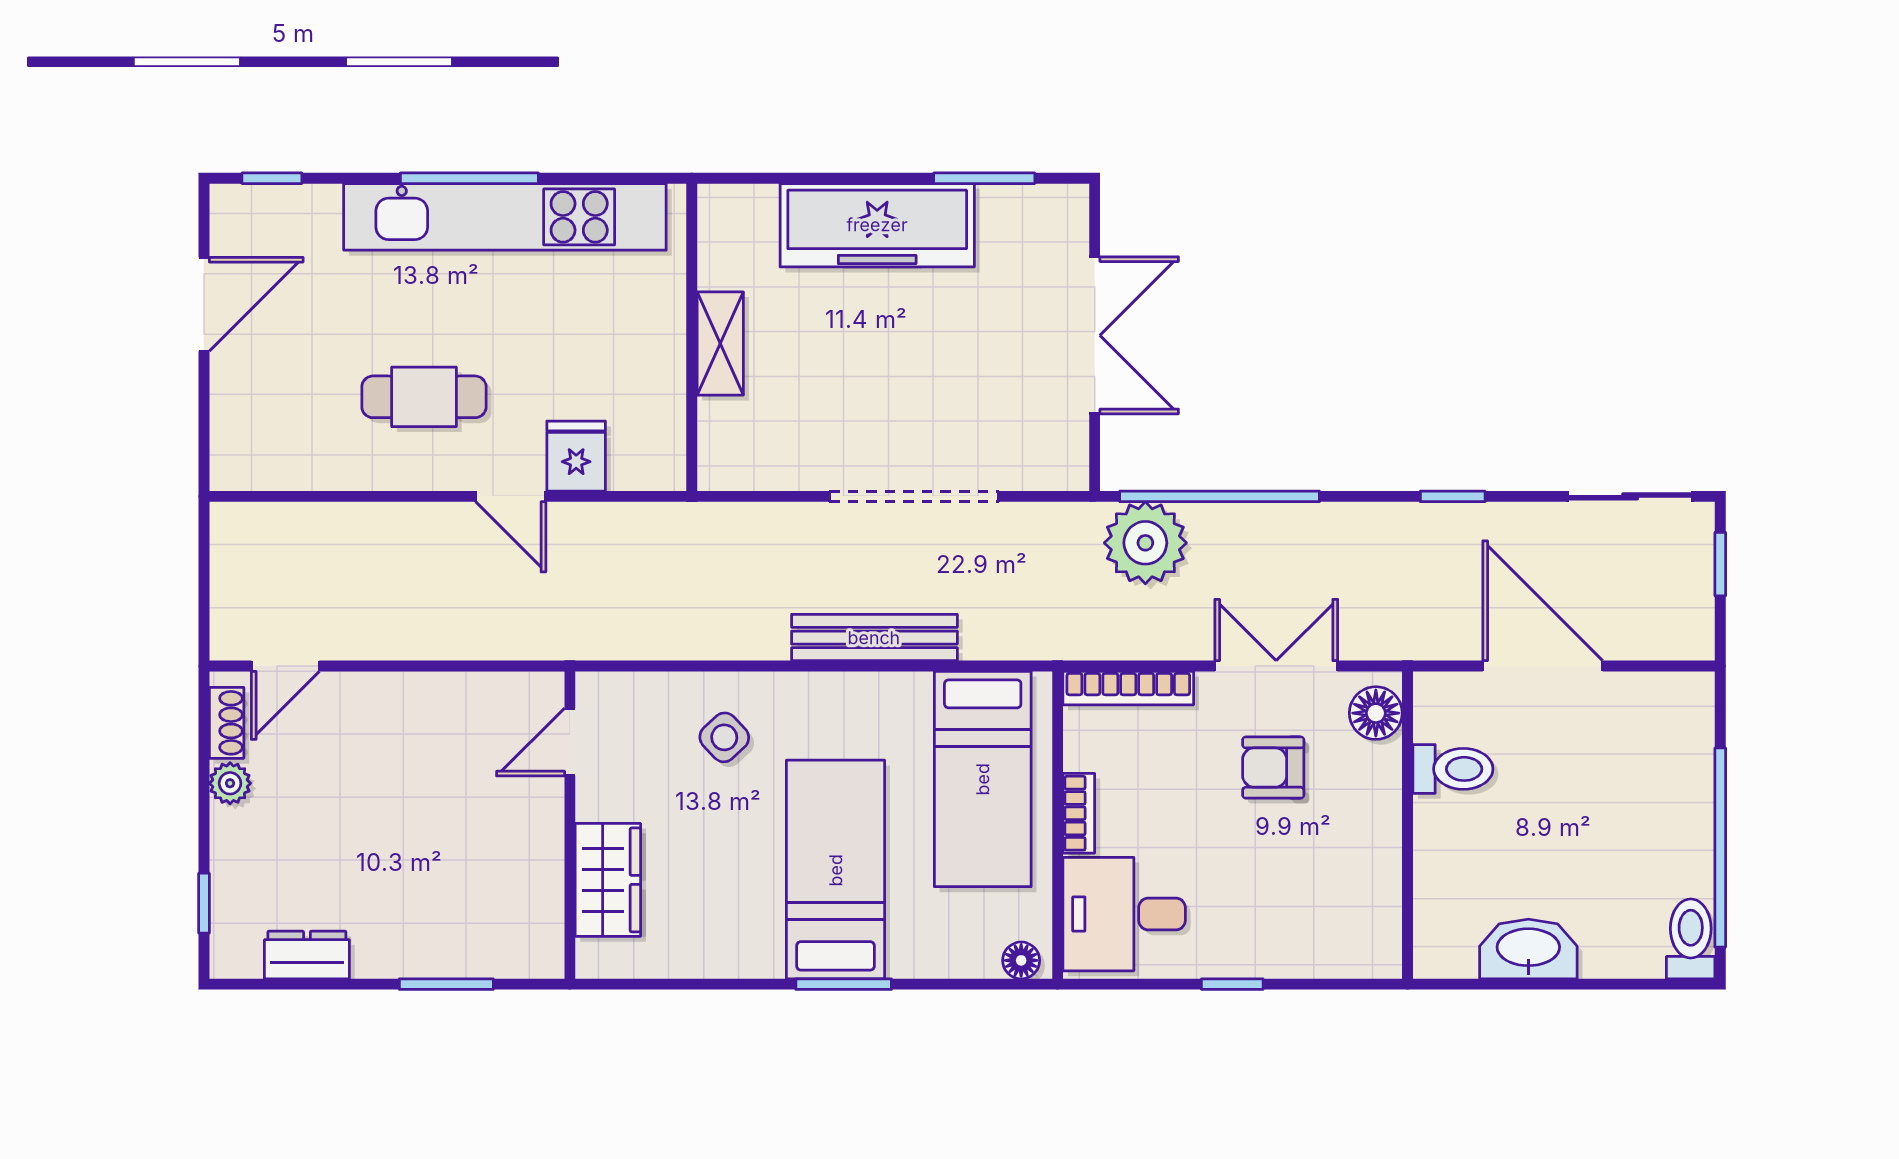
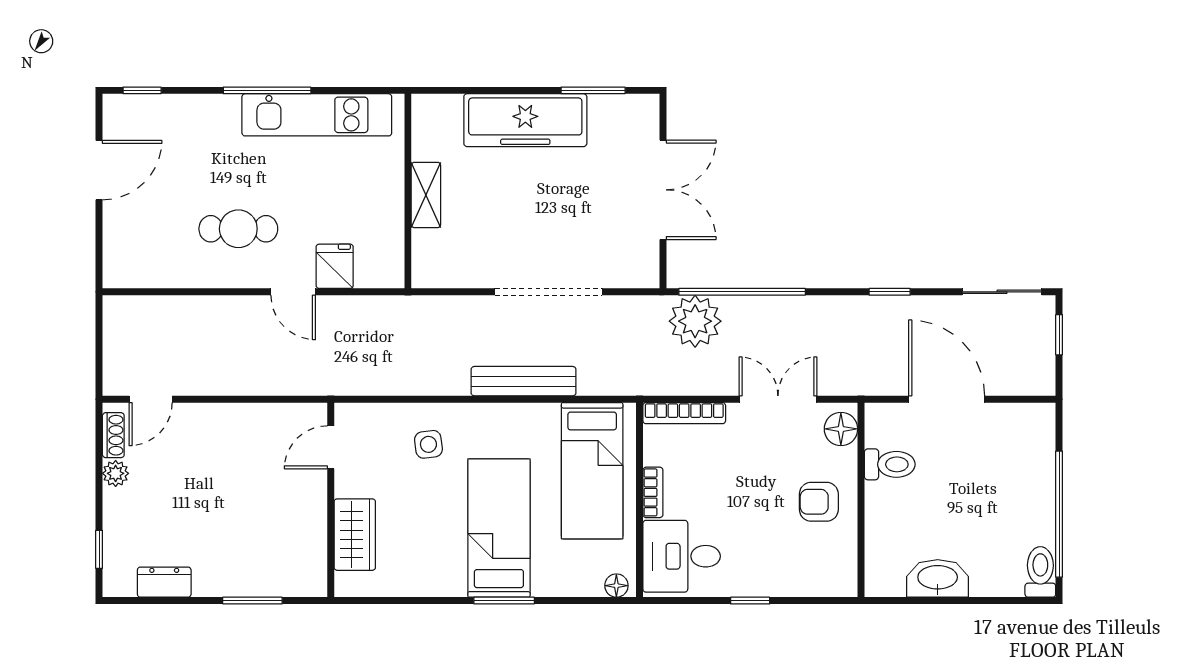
kitchen unit: (505, 217) -> (317, 115), width x0.73
side table: (724, 737) -> (428, 444), turned 36
armchair: (1273, 768) -> (819, 502), moved

